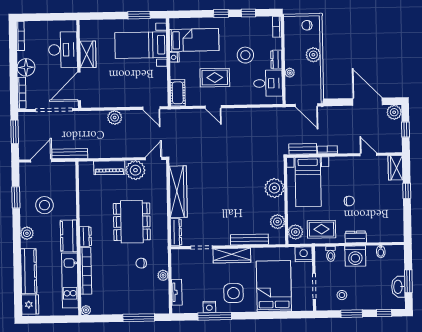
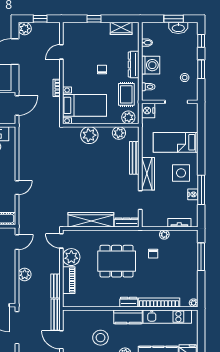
bench: (303, 149) -> (55, 286), moved
wardrobe: (395, 168) -> (121, 28), moved
dresser: (356, 237) -> (134, 64), width x1.44
bed: (274, 286) -> (176, 142), width x0.67

